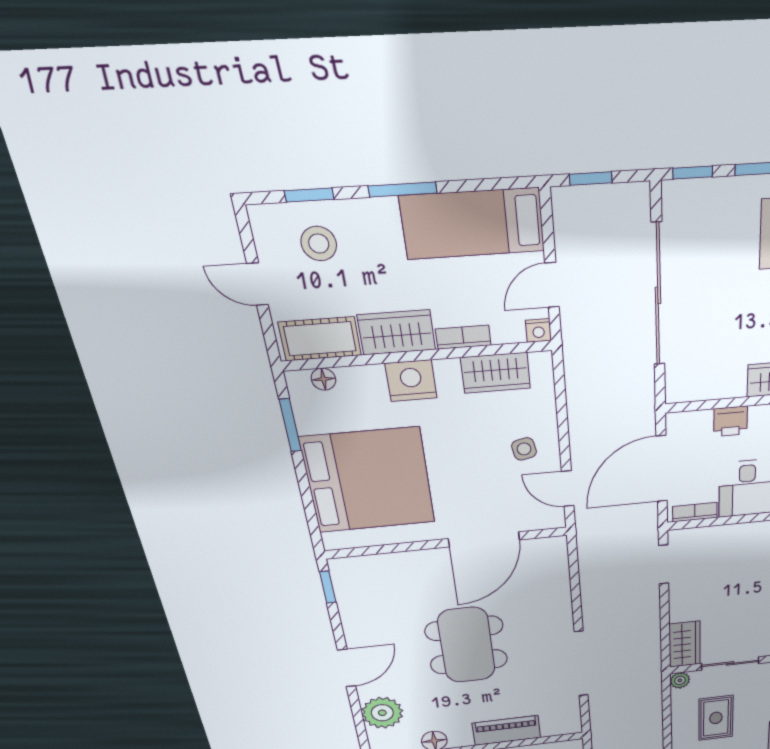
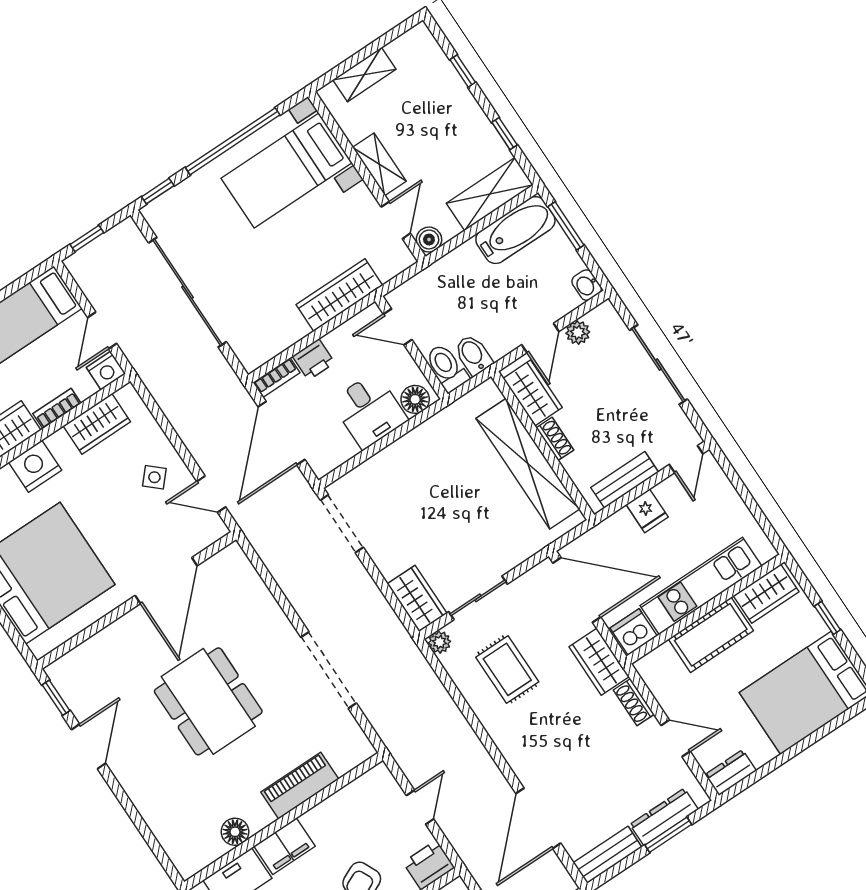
nightstand: (538, 330) -> (106, 371), width x1.39, depth x1.35
side table: (524, 449) -> (154, 477), turned -36
bookcase: (695, 512) -> (276, 377), moved, turned 180
doorway: (664, 564) -> (342, 524), width x1.38
door: (347, 668) -> (89, 747), moved
plant: (382, 713) -> (168, 819), removed

